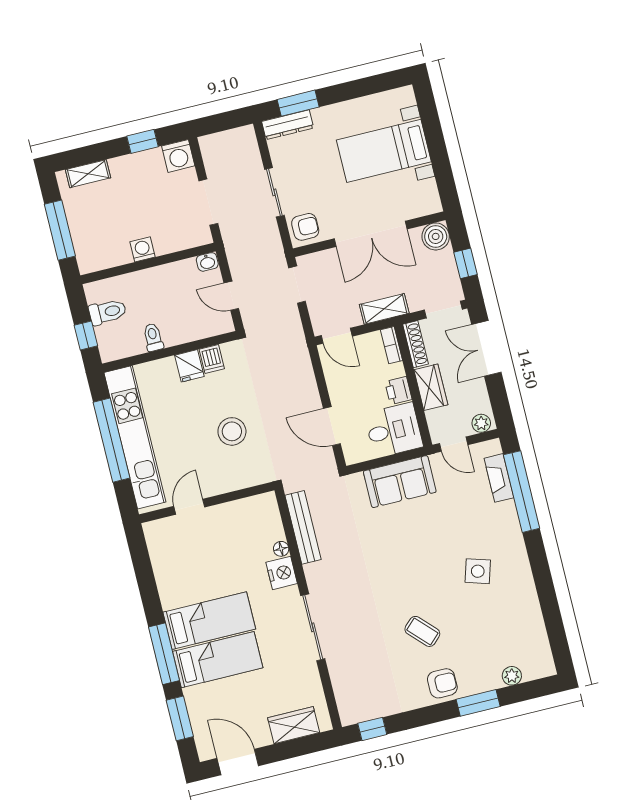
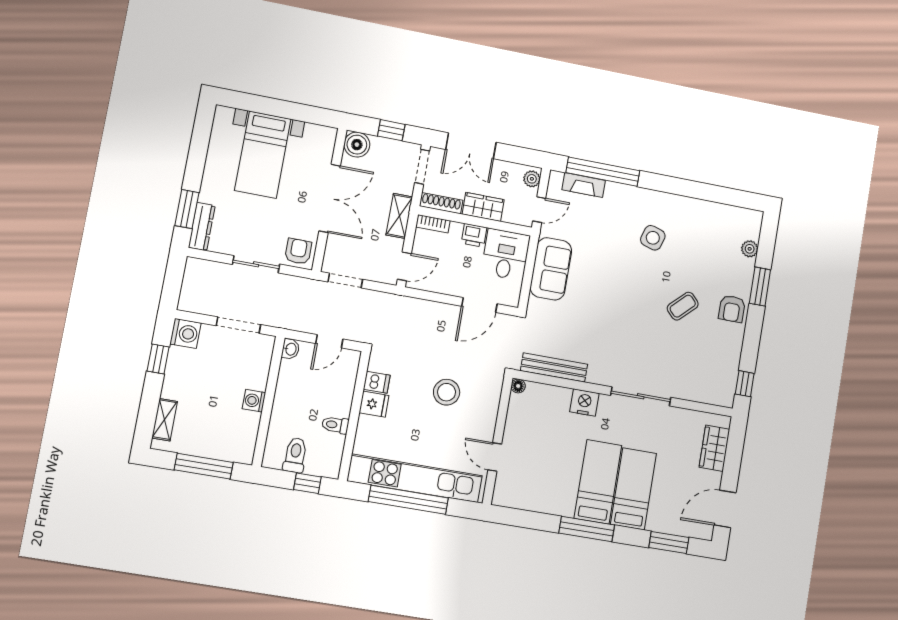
floor lamp: (281, 549) -> (518, 386), moved
window: (164, 654) -> (587, 529), moved
armchair: (442, 683) -> (732, 309), turned 180

